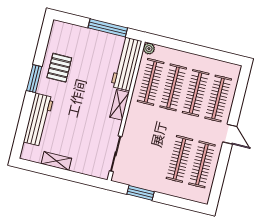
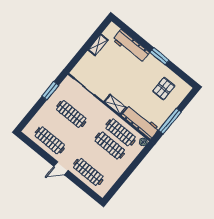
pallet: (59, 68) -> (164, 89), moved, turned 90
clothes rail: (196, 93) -> (99, 159), removed
clothes rail: (179, 159) -> (71, 114), moved

